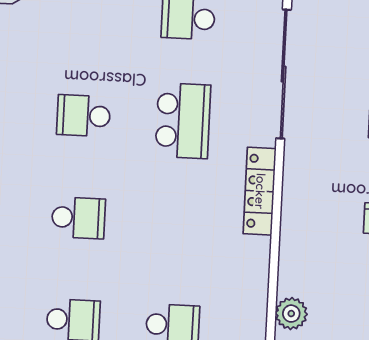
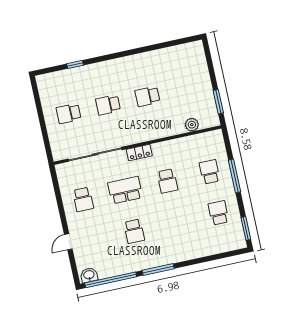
locker: (260, 191) -> (139, 153), width x0.66
school desk: (78, 218) -> (167, 181), moved, turned 180

